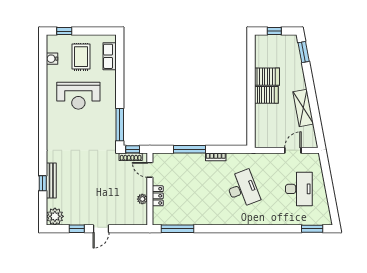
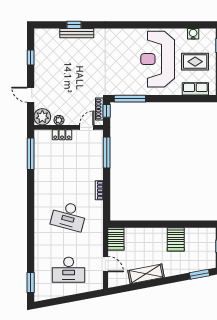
server rack: (266, 95) -> (116, 239), moved
reception desk: (78, 96) -> (158, 59), width x1.36, depth x1.30
window: (190, 149) -> (107, 152), moved
desk: (243, 189) -> (69, 216), turned 36
plant: (55, 216) -> (42, 117), moved
door: (101, 229) -> (31, 95), moved

